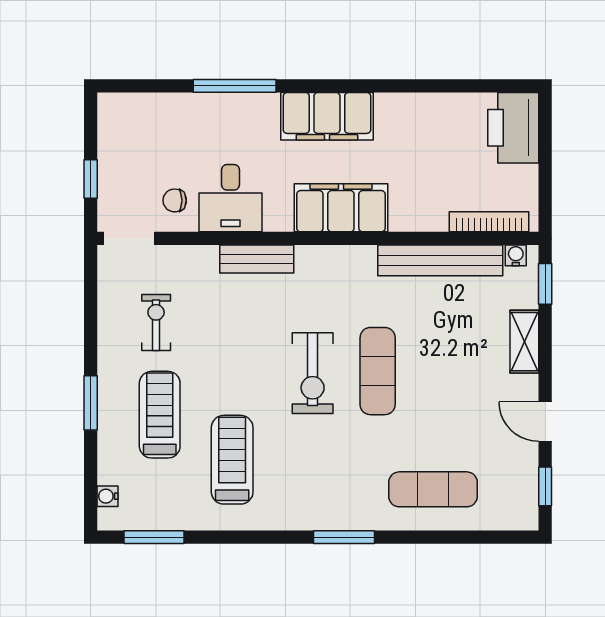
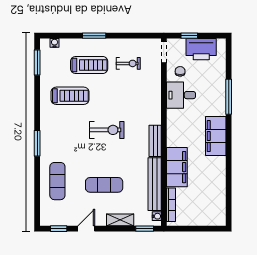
printer: (513, 128) -> (201, 49), moved, turned 180
filing cabinet: (341, 208) -> (177, 167), moved
bench: (257, 259) -> (155, 141), moved
exercise mat: (378, 371) -> (104, 185), moved
exercise bike: (313, 373) -> (107, 130), turned 180

